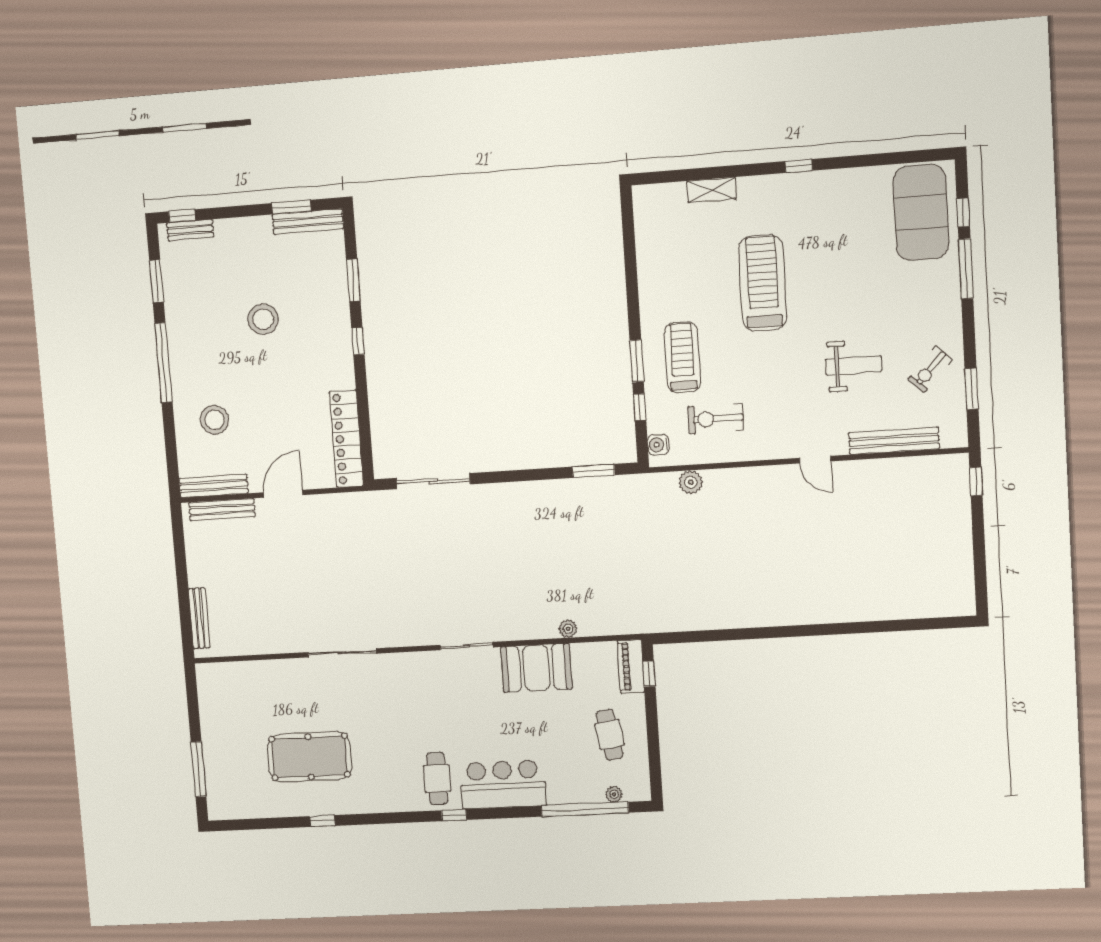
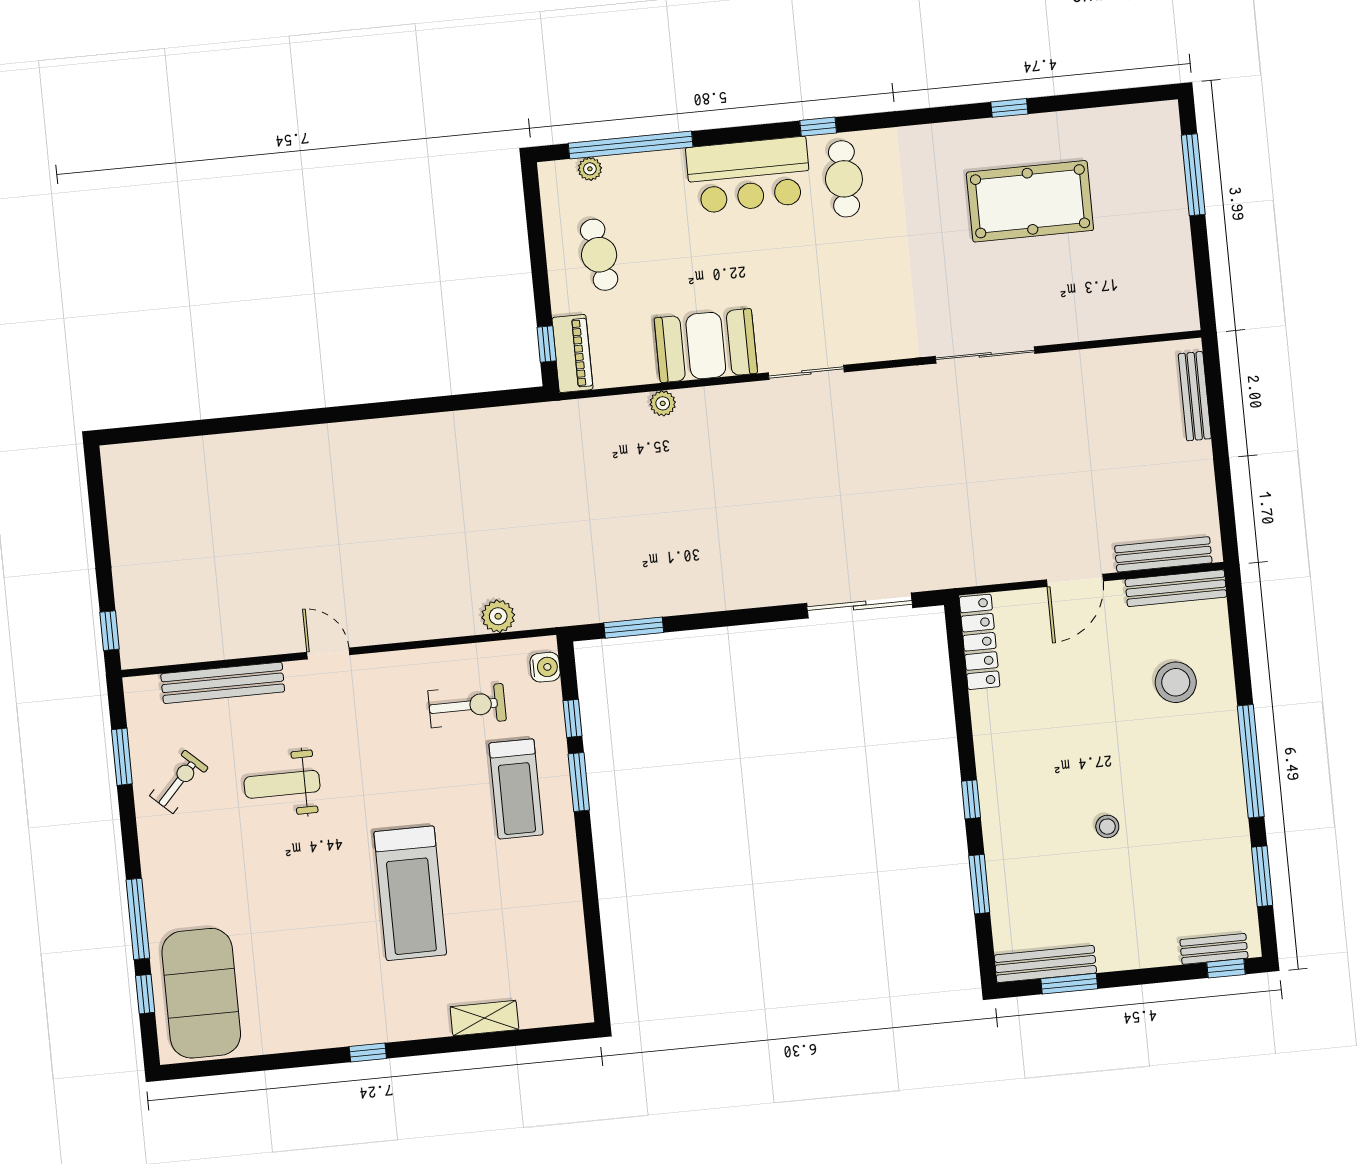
stool: (263, 319) -> (1107, 827), width x0.53, depth x0.53
locker: (346, 439) -> (979, 642), width x0.71, depth x0.83

